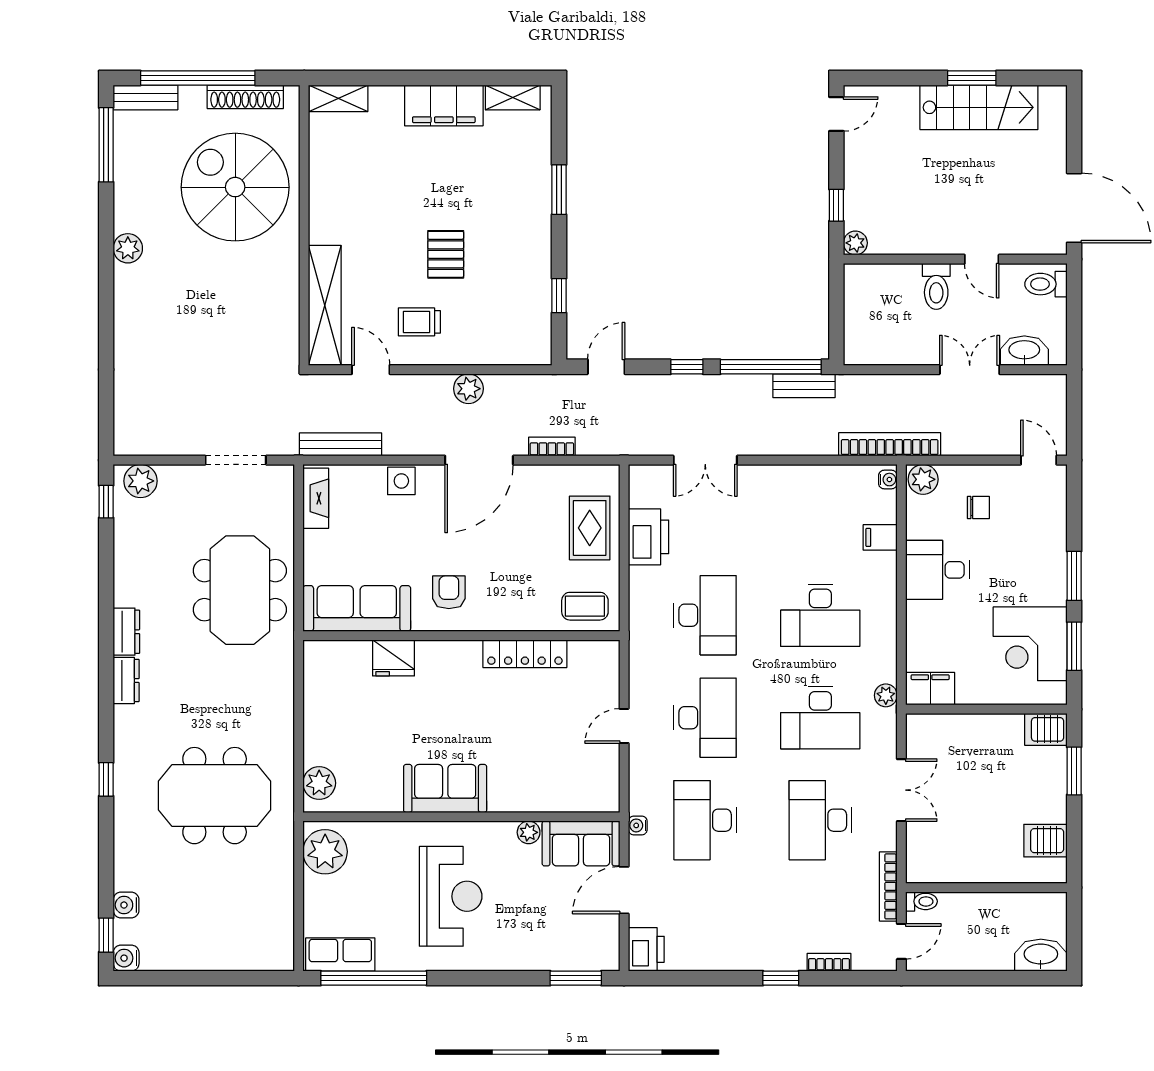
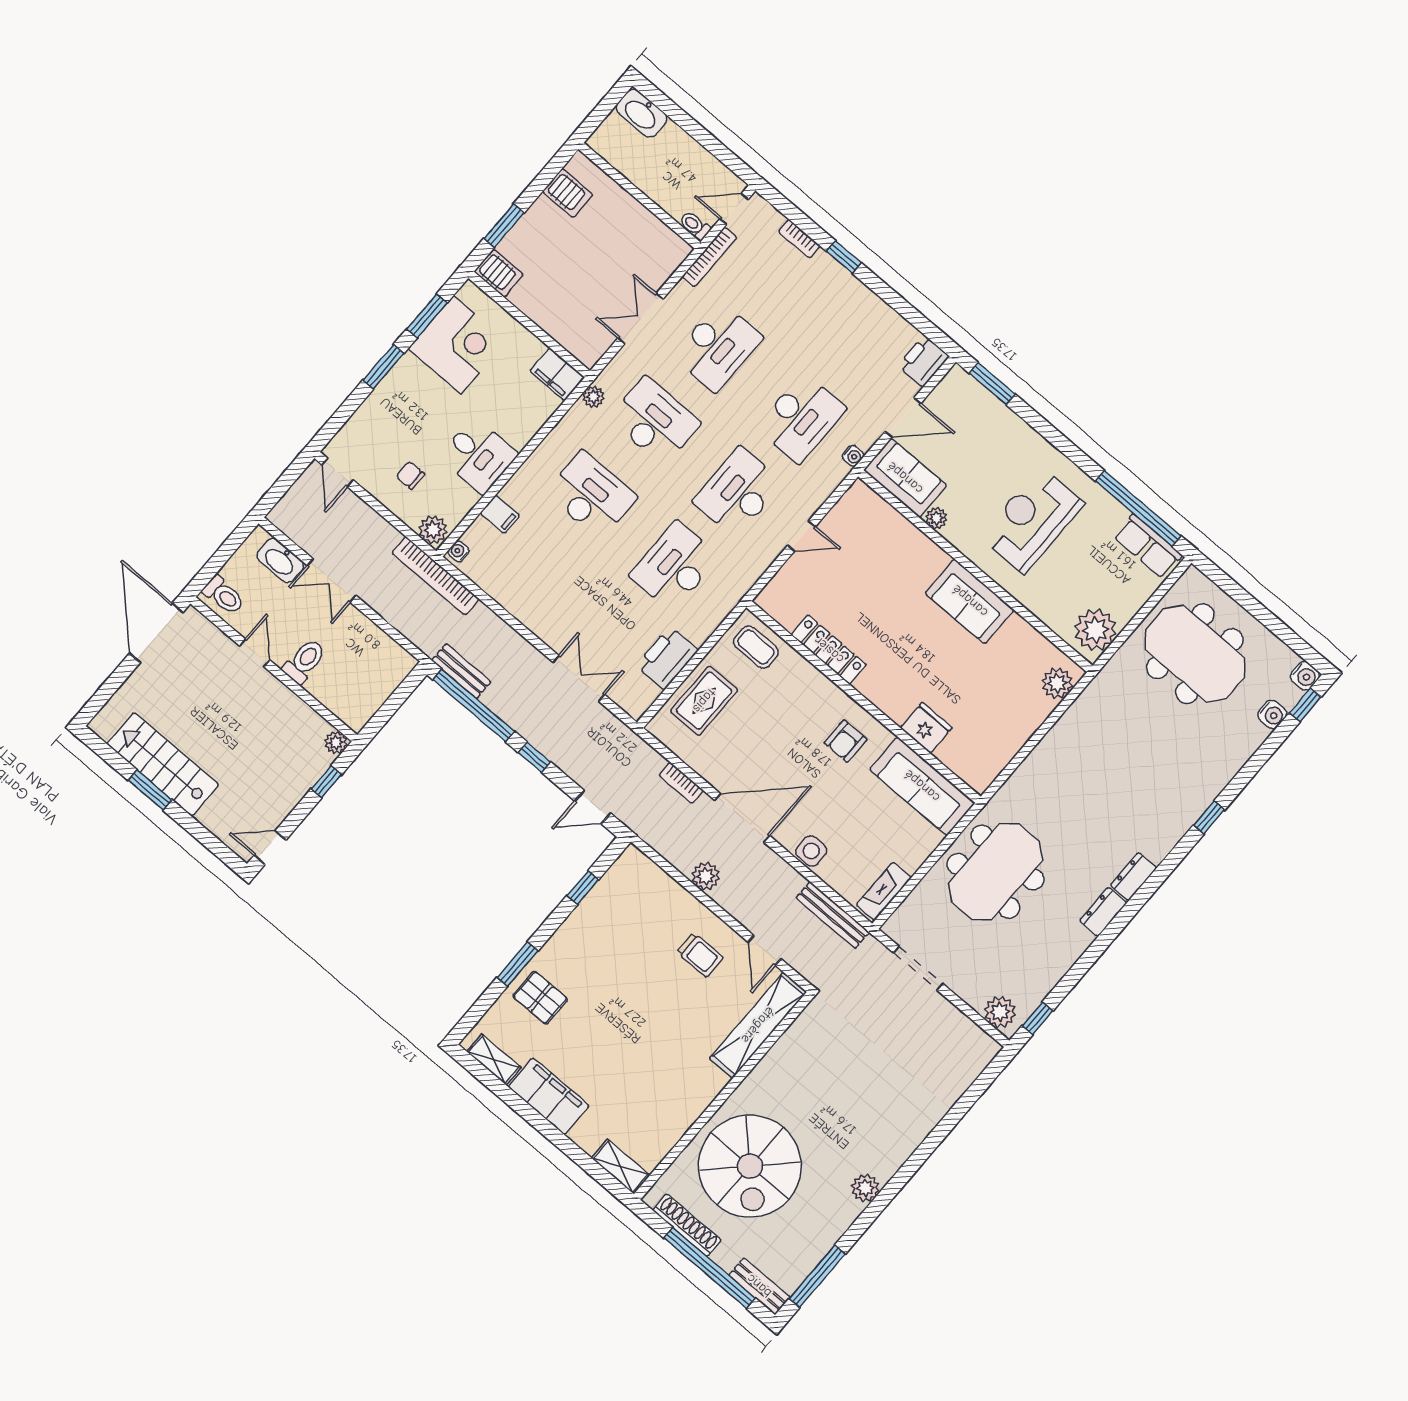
pallet: (446, 254) -> (540, 998), moved, turned 90
meeting table: (215, 796) -> (1195, 654), moved

